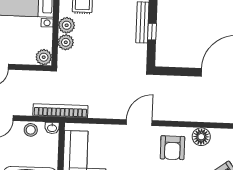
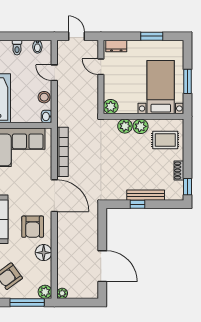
bookcase: (60, 111) -> (63, 152), moved
door: (139, 123) -> (54, 196), width x1.36
armchair: (172, 148) -> (33, 227), turned -90

